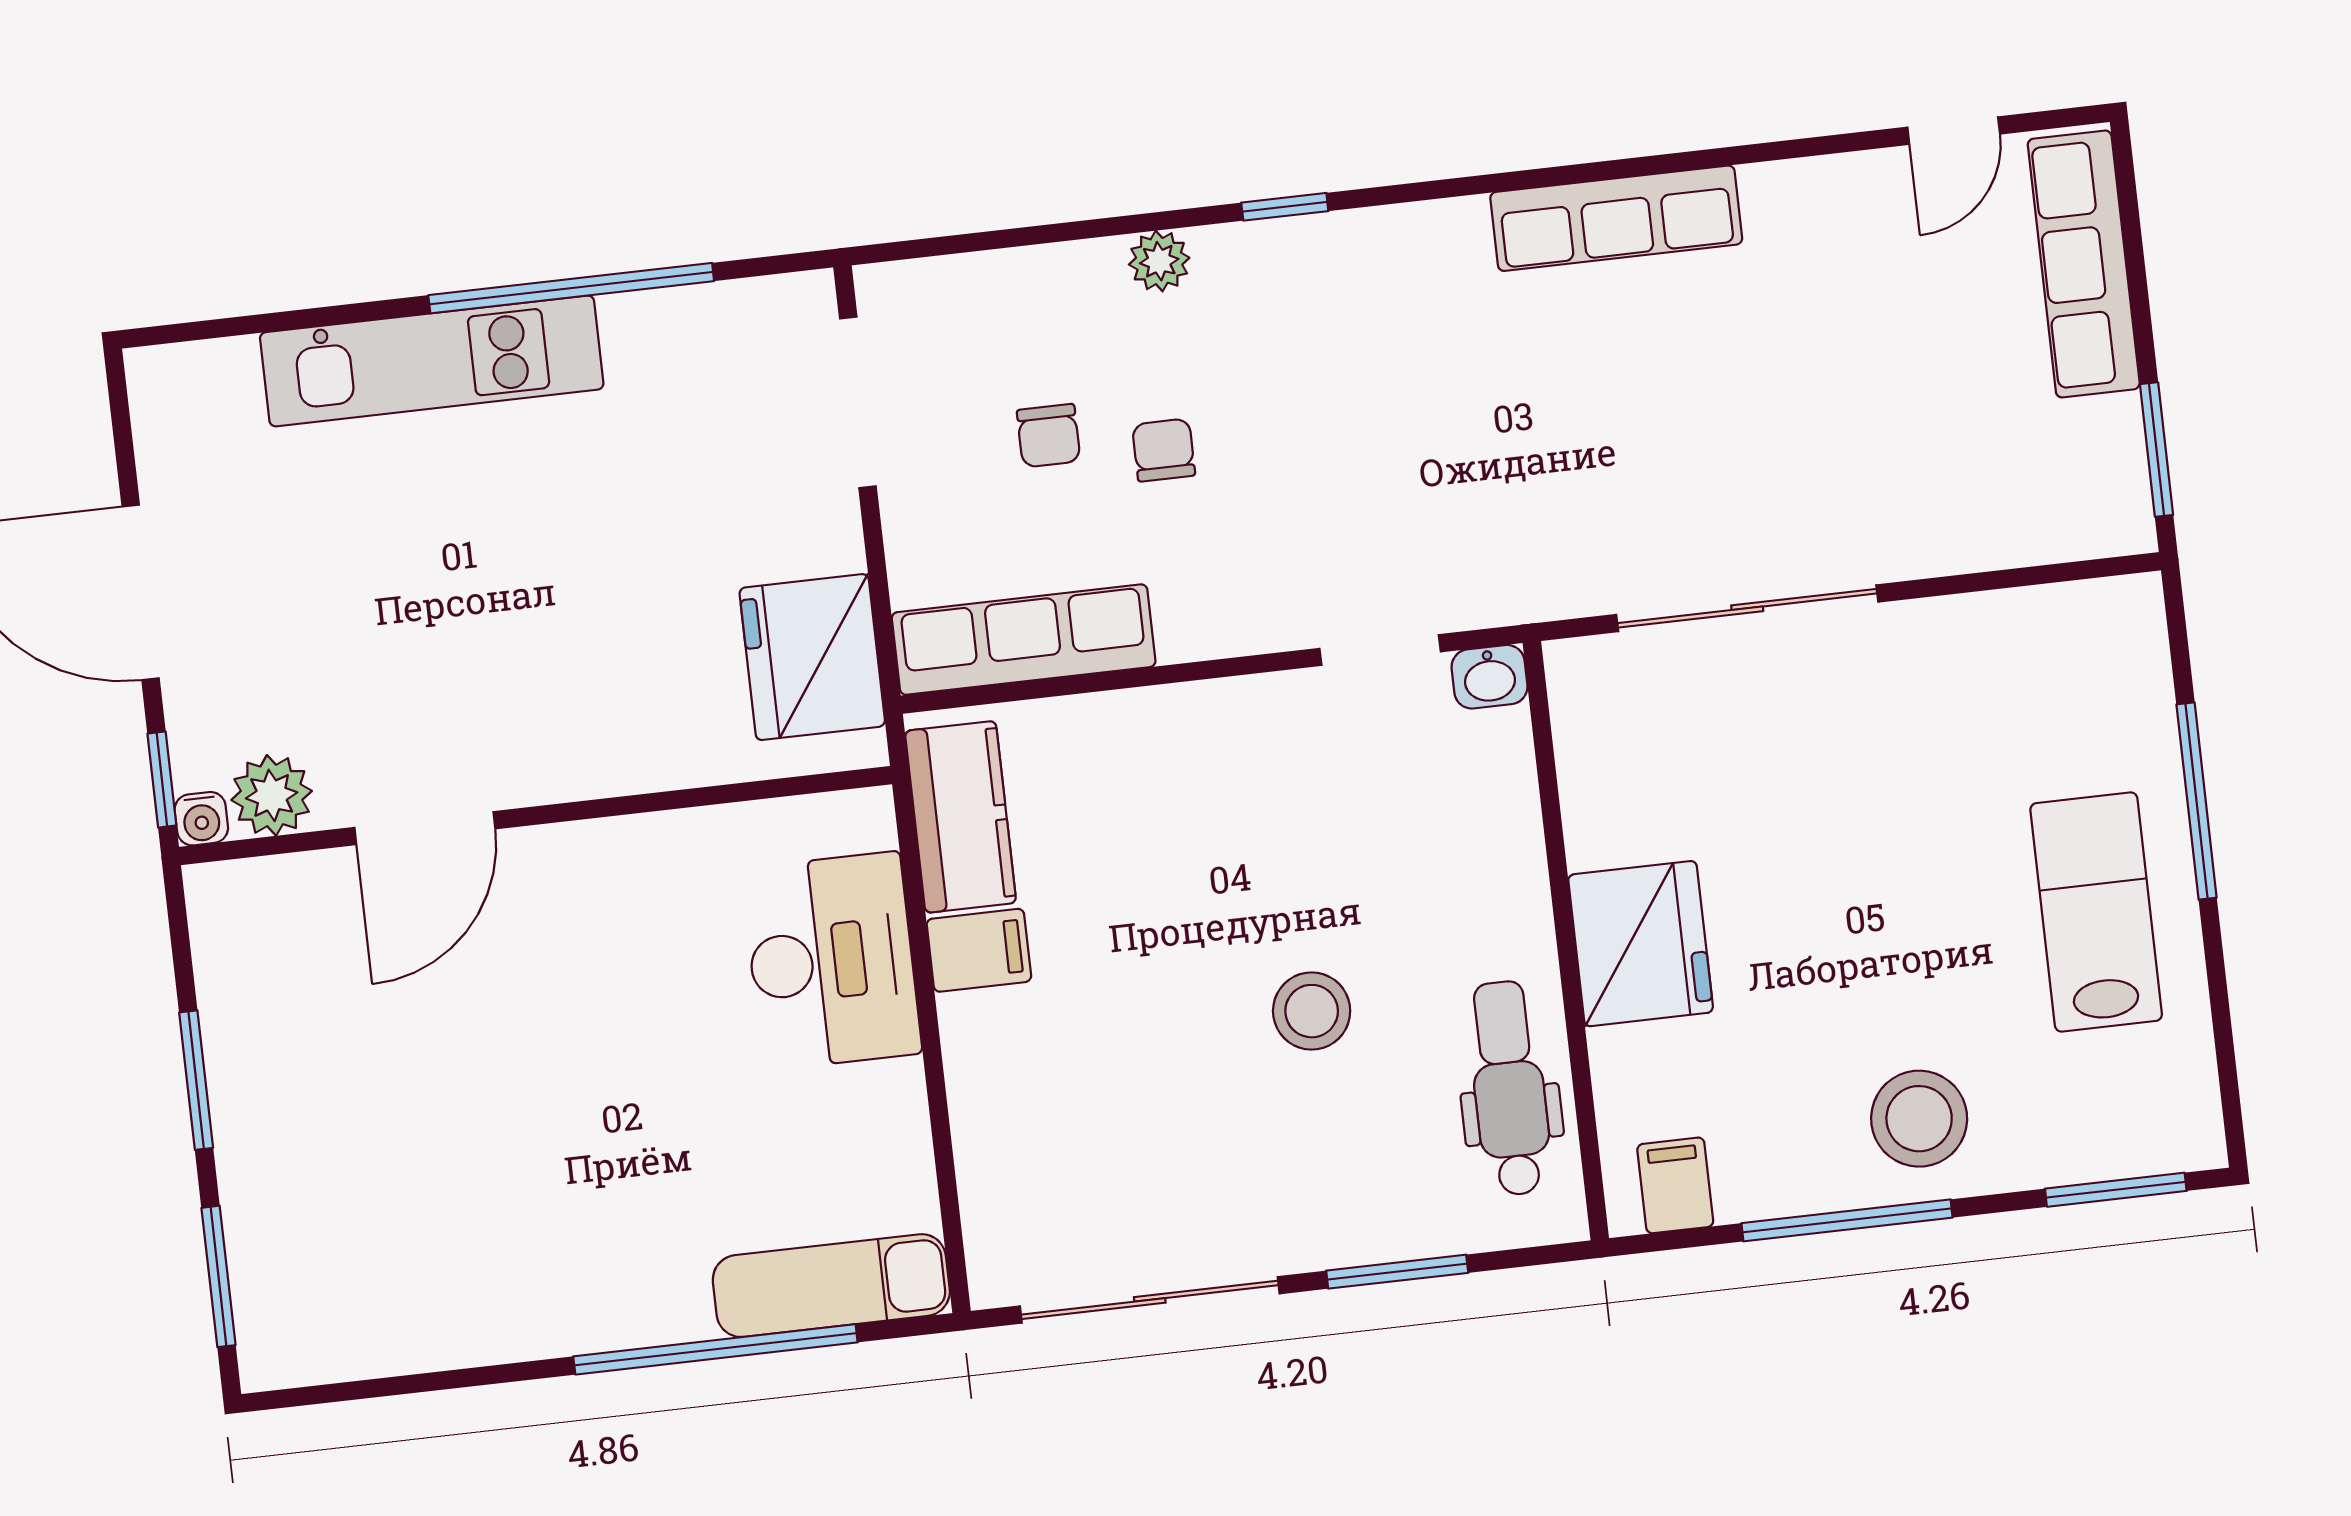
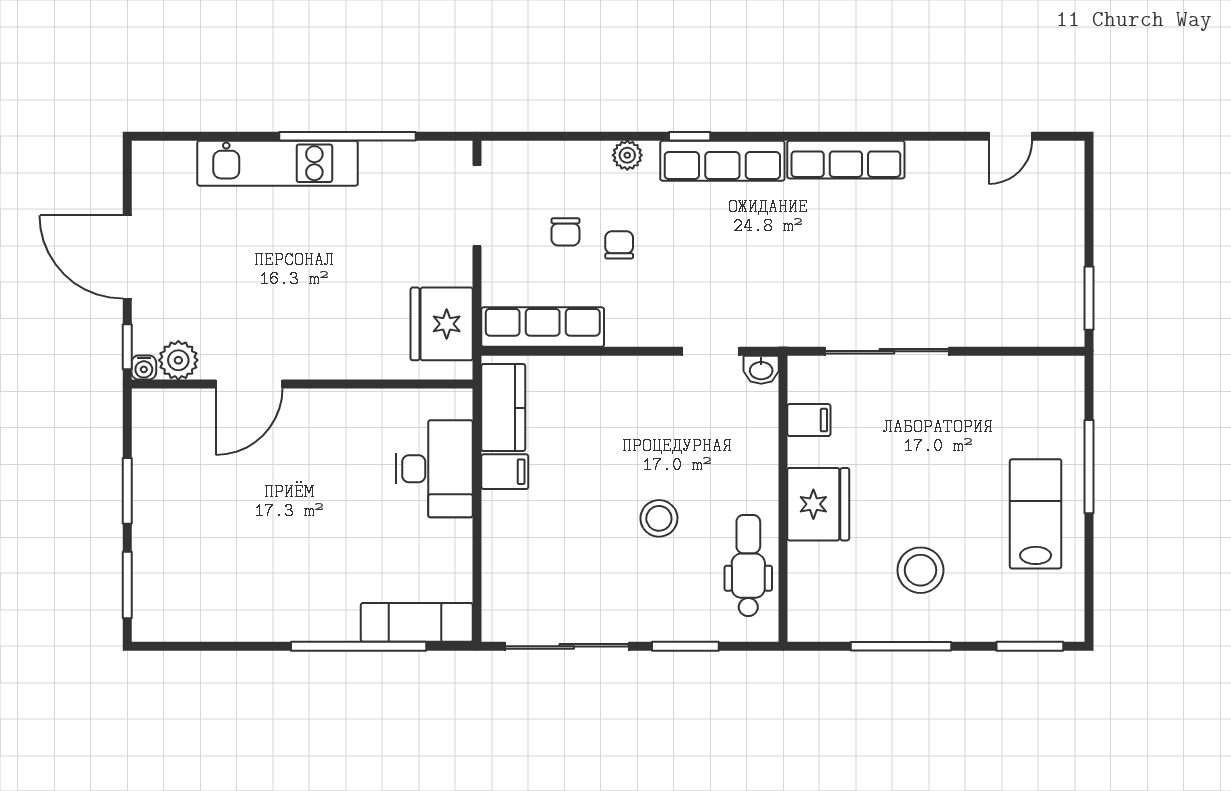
row of seats: (2084, 264) -> (722, 161), moved, turned -90
stool: (1919, 1119) -> (920, 570), moved
filing cabinet: (1675, 1185) -> (809, 420), moved, turned 90

